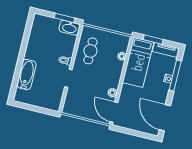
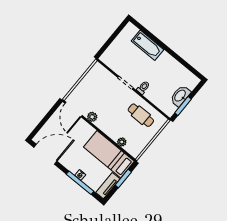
washbasin: (69, 28) -> (180, 96), moved
door: (114, 112) -> (73, 109), swing flipped

